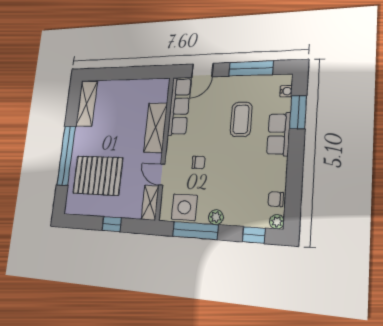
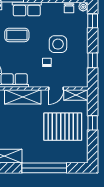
pallet: (98, 176) -> (63, 127), moved, turned 90
side table: (184, 207) -> (58, 44), moved
plant: (216, 217) -> (83, 47), removed
window: (195, 231) -> (93, 60), width x0.46

